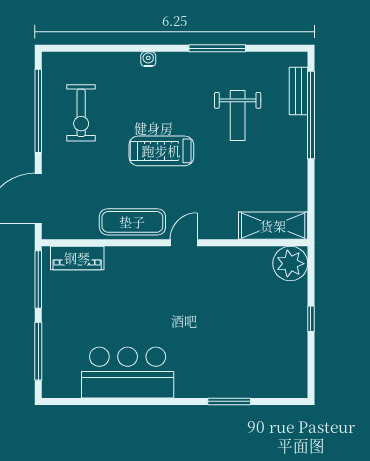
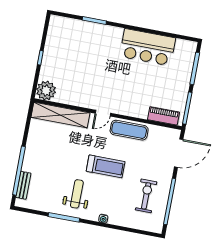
weight bench: (238, 116) -> (77, 194), moved
shelving: (273, 226) -> (60, 115), width x1.47

